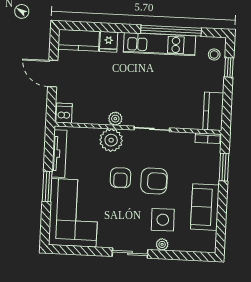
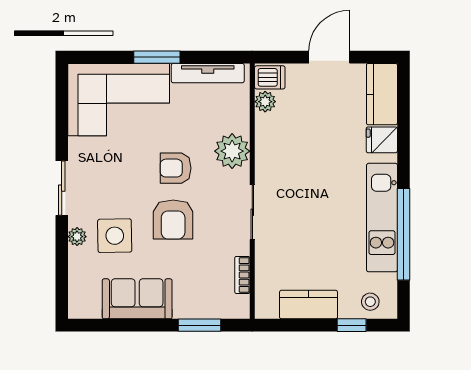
kitchen counter: (213, 111) -> (309, 305), moved
plant: (115, 119) -> (265, 102), moved
bookcase: (208, 138) -> (242, 275), moved

